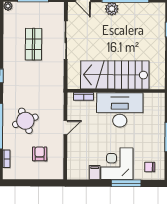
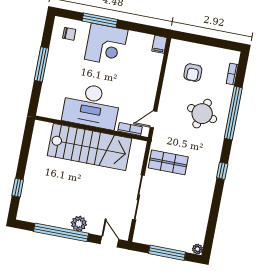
shop shelf: (34, 44) -> (168, 162), moved, turned 90
round table: (25, 121) -> (202, 114), turned 37
door: (65, 128) -> (153, 119), moved
filing cabinet: (95, 172) -> (159, 44), moved

